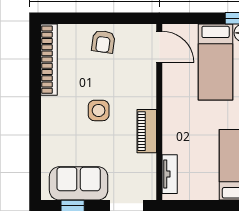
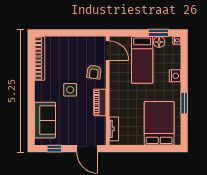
armchair: (103, 42) -> (94, 72), moved
sofa: (79, 183) -> (45, 120), moved, turned 90

